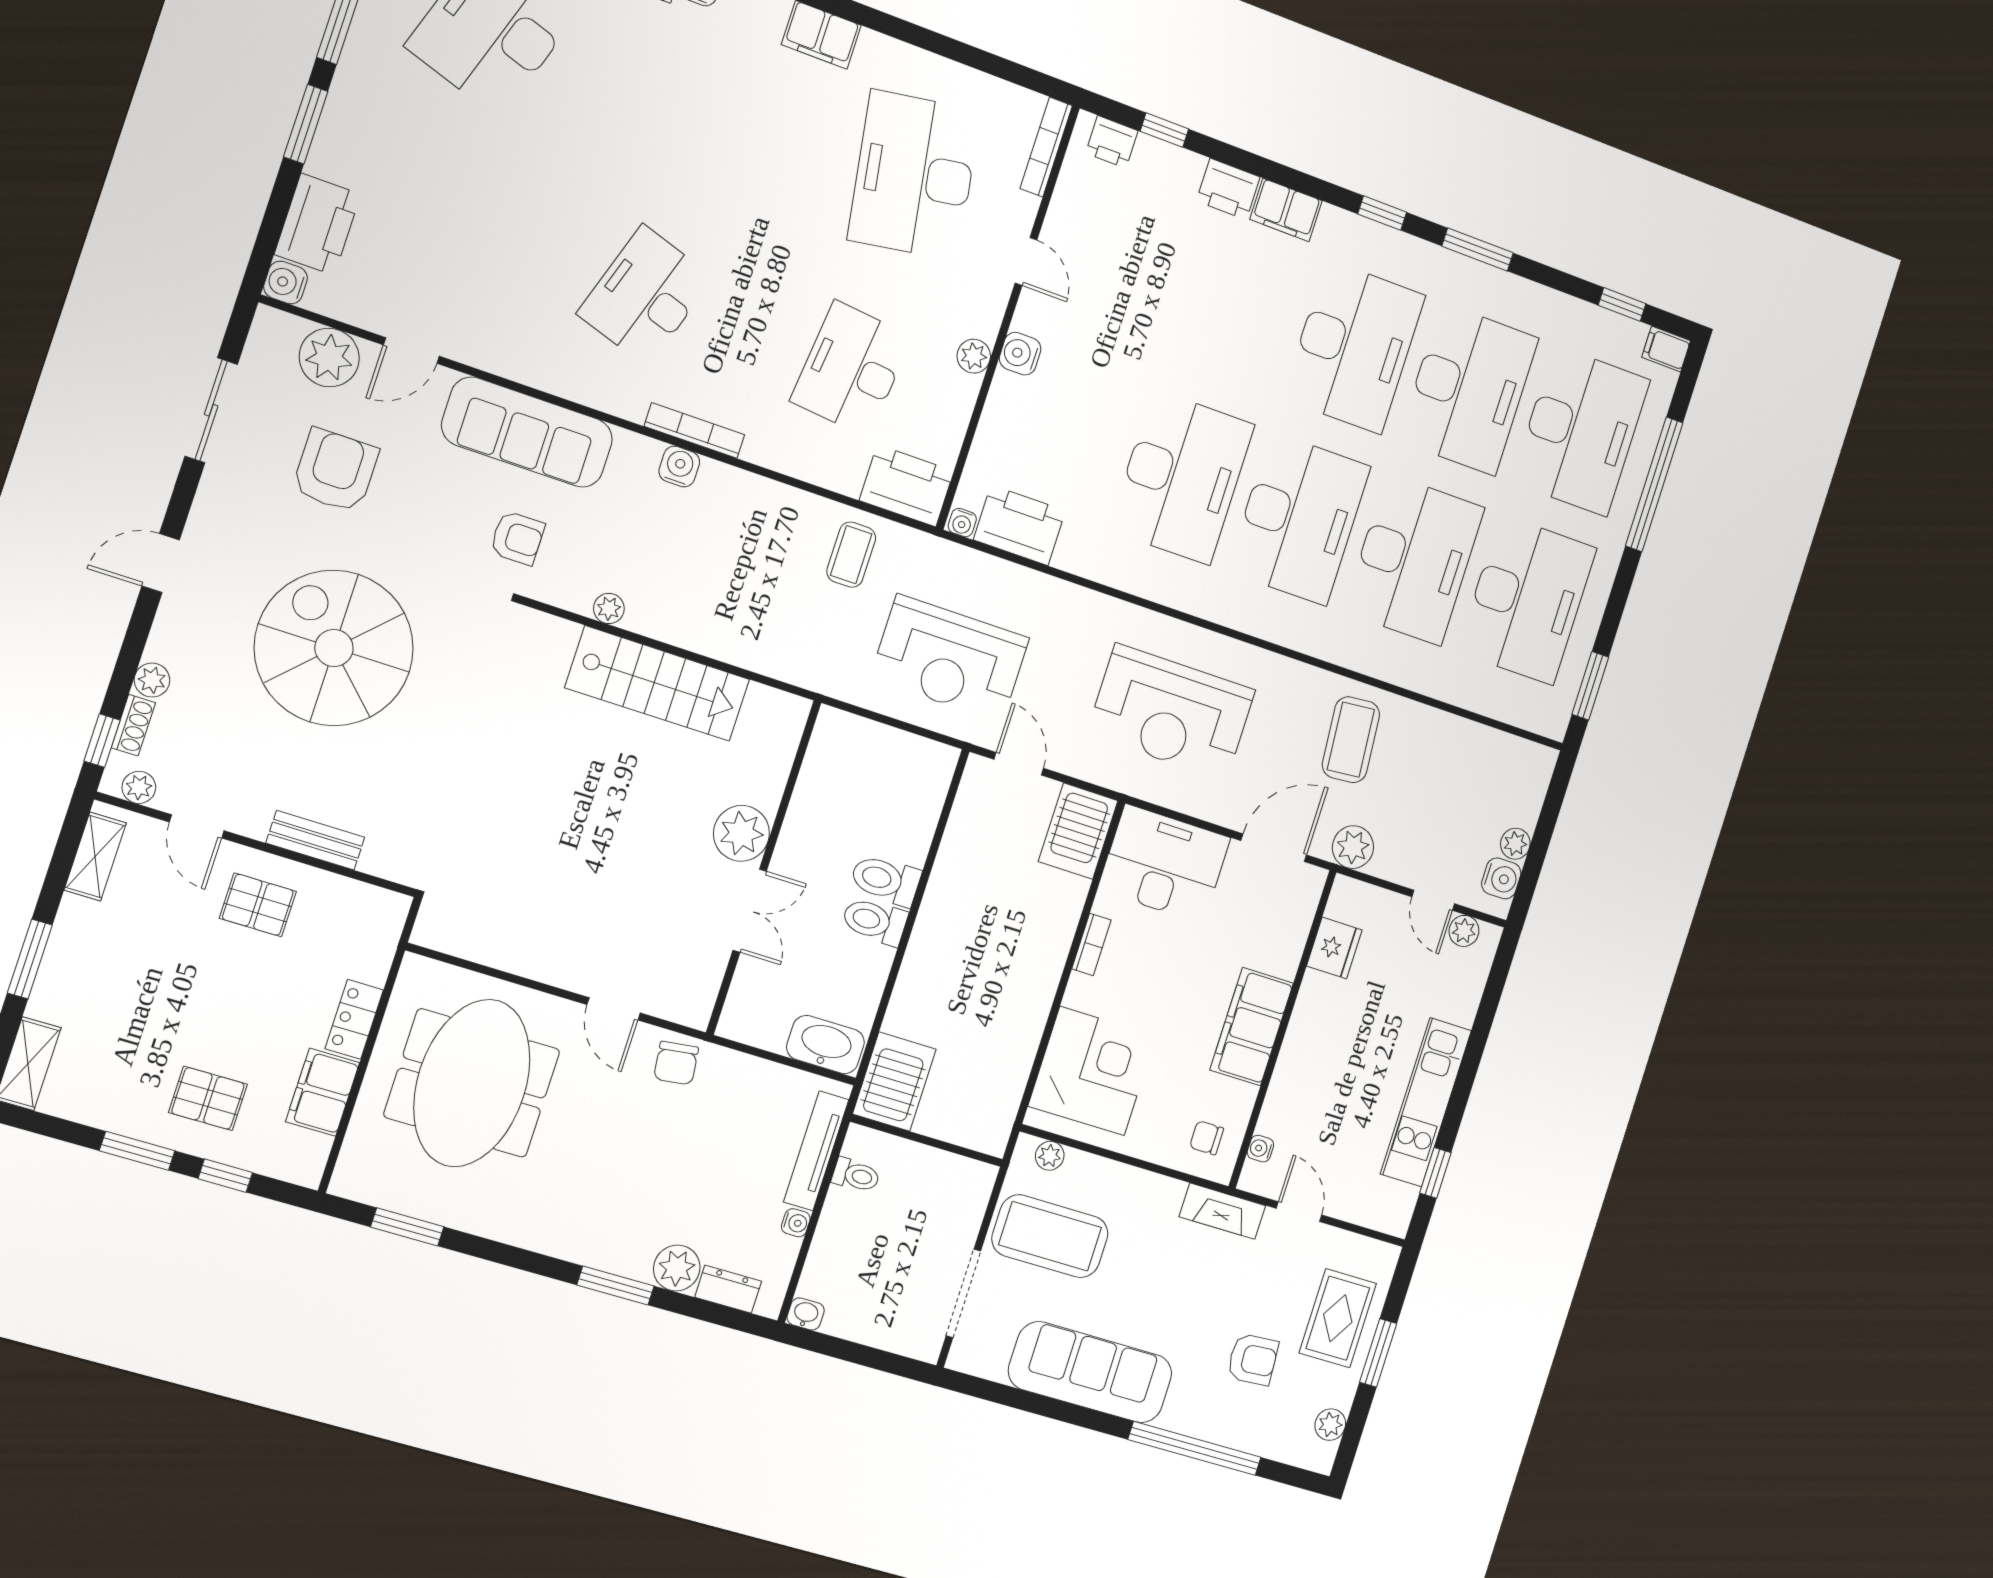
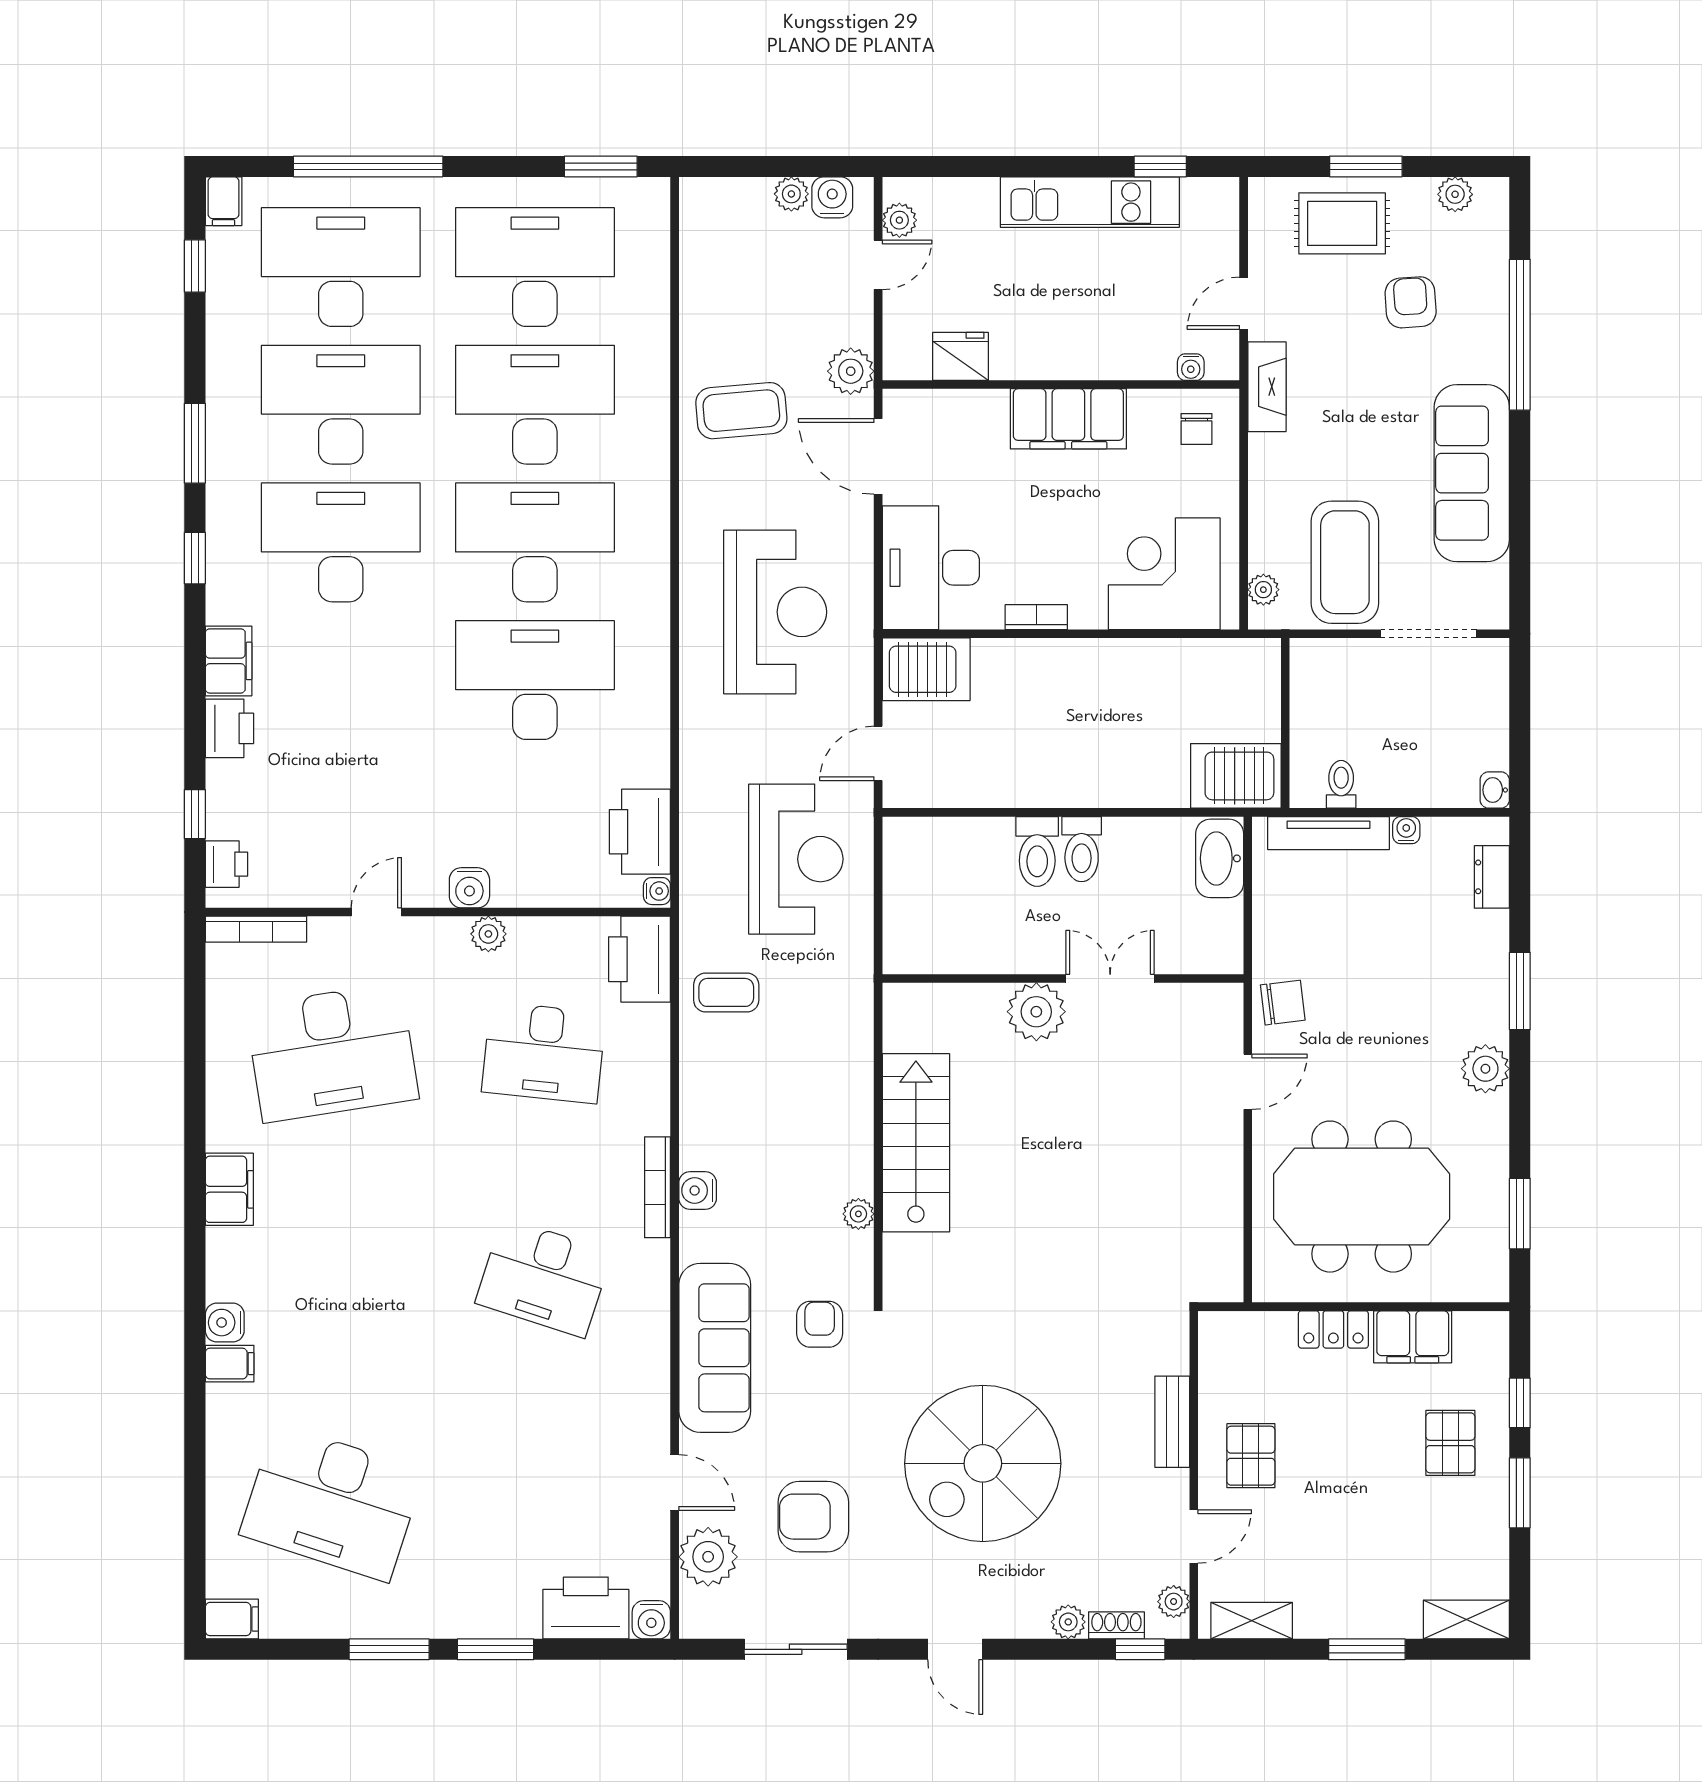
plant: (677, 1268) -> (1485, 1069), moved

